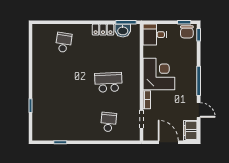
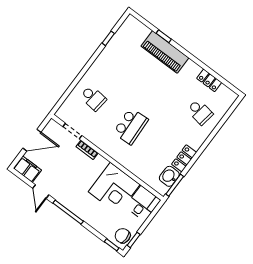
locker: (37, 52) -> (209, 80), added
corner desk: (159, 74) -> (114, 188), moved
piano: (41, 97) -> (165, 52), added
door: (199, 110) -> (41, 192), hinge flipped

